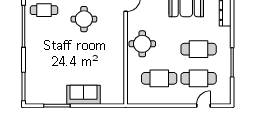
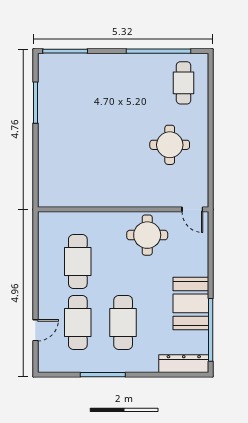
round table: (142, 44) -> (147, 235), moved
sofa: (84, 95) -> (52, 144), removed
door: (204, 106) -> (35, 330), hinge flipped

